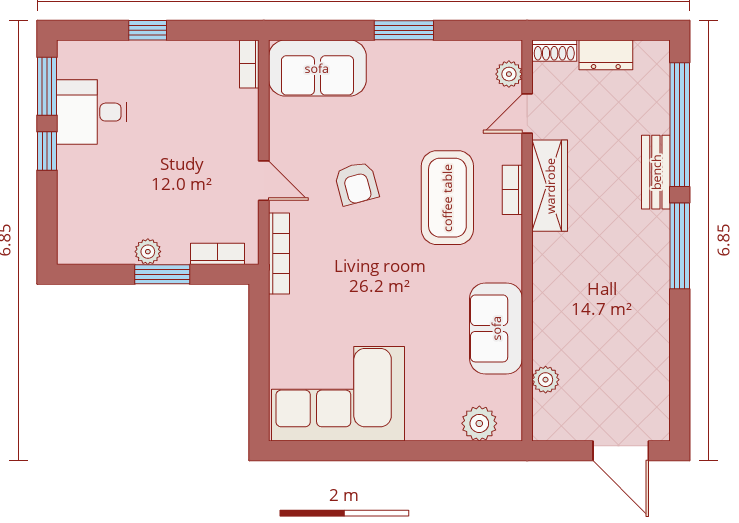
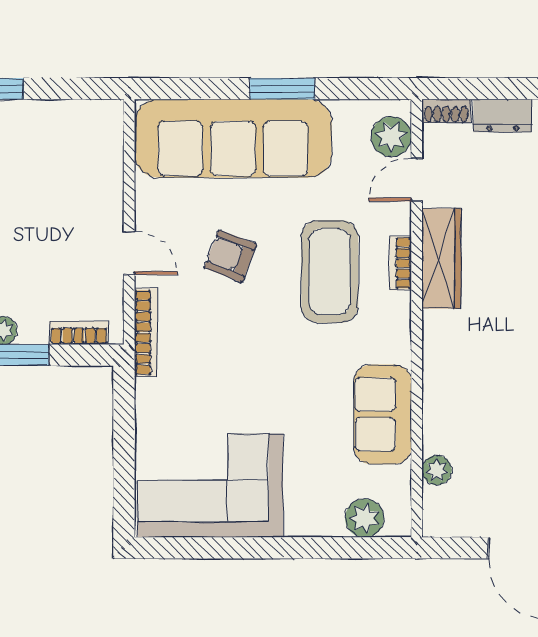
bookcase: (249, 64) -> (113, 126), removed
sofa: (317, 68) -> (233, 138), width x1.85, depth x1.27
plant: (509, 74) -> (391, 137), width x1.38, depth x1.38
armchair: (356, 183) -> (230, 256), turned 126

